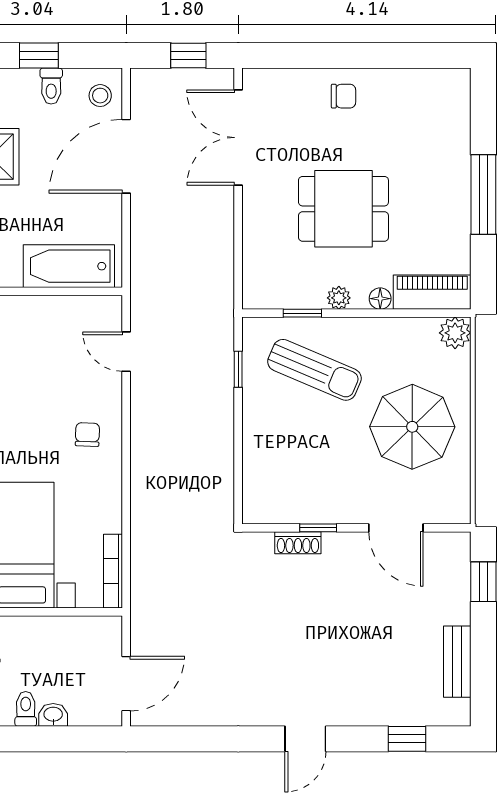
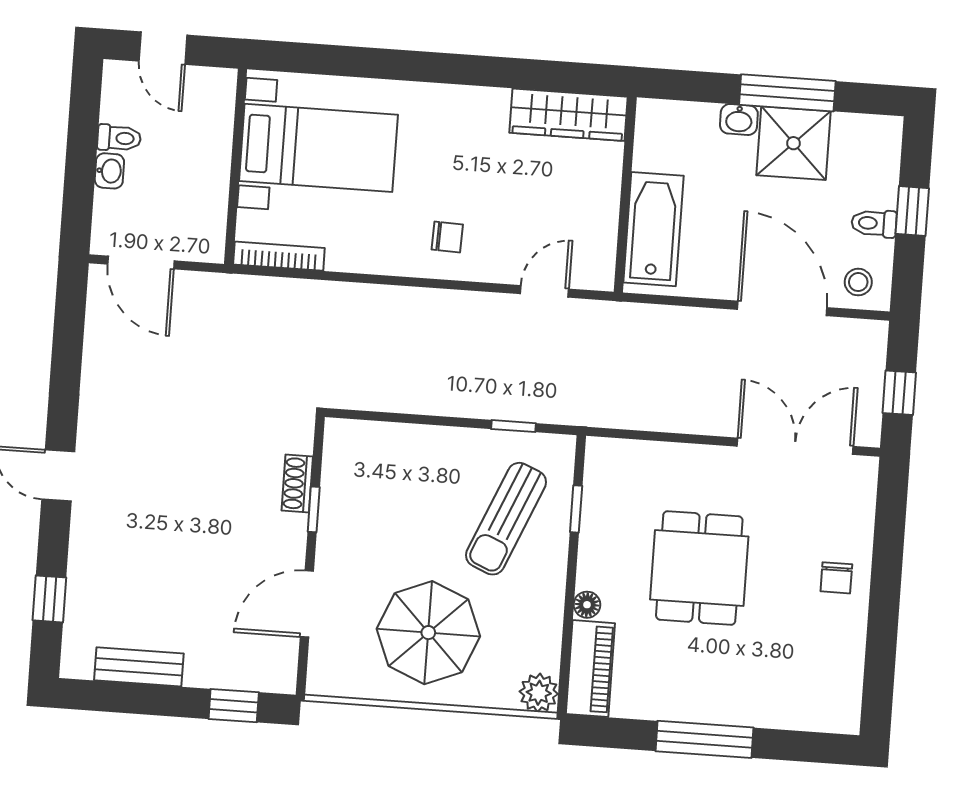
plant: (339, 298) -> (592, 555), removed

